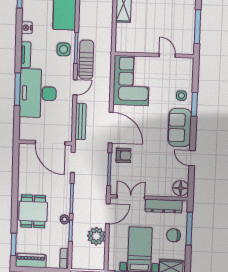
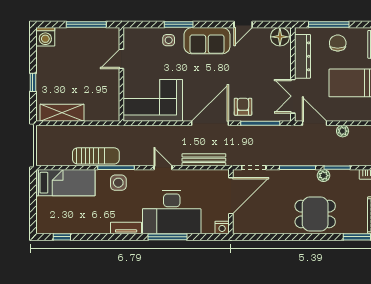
nightstand: (27, 28) -> (222, 227), moved
sun lounger: (86, 60) -> (96, 156), moved, turned 180
chair: (174, 235) -> (338, 43), turned 180
plant: (96, 236) -> (343, 131), width x0.53, depth x0.53

